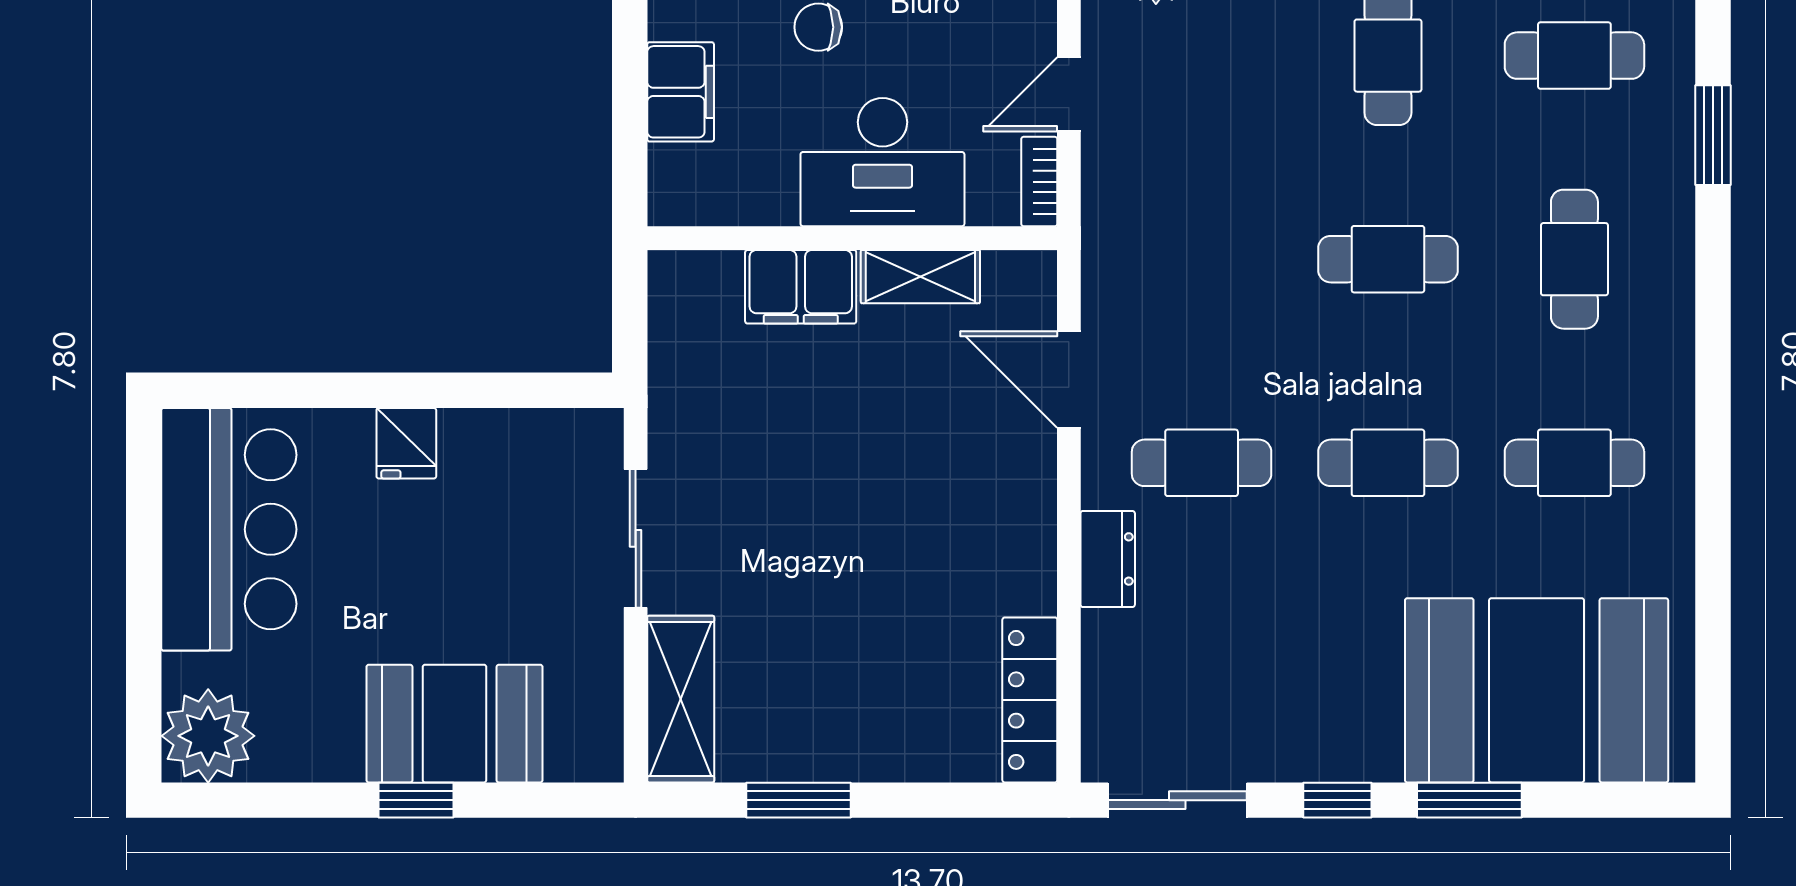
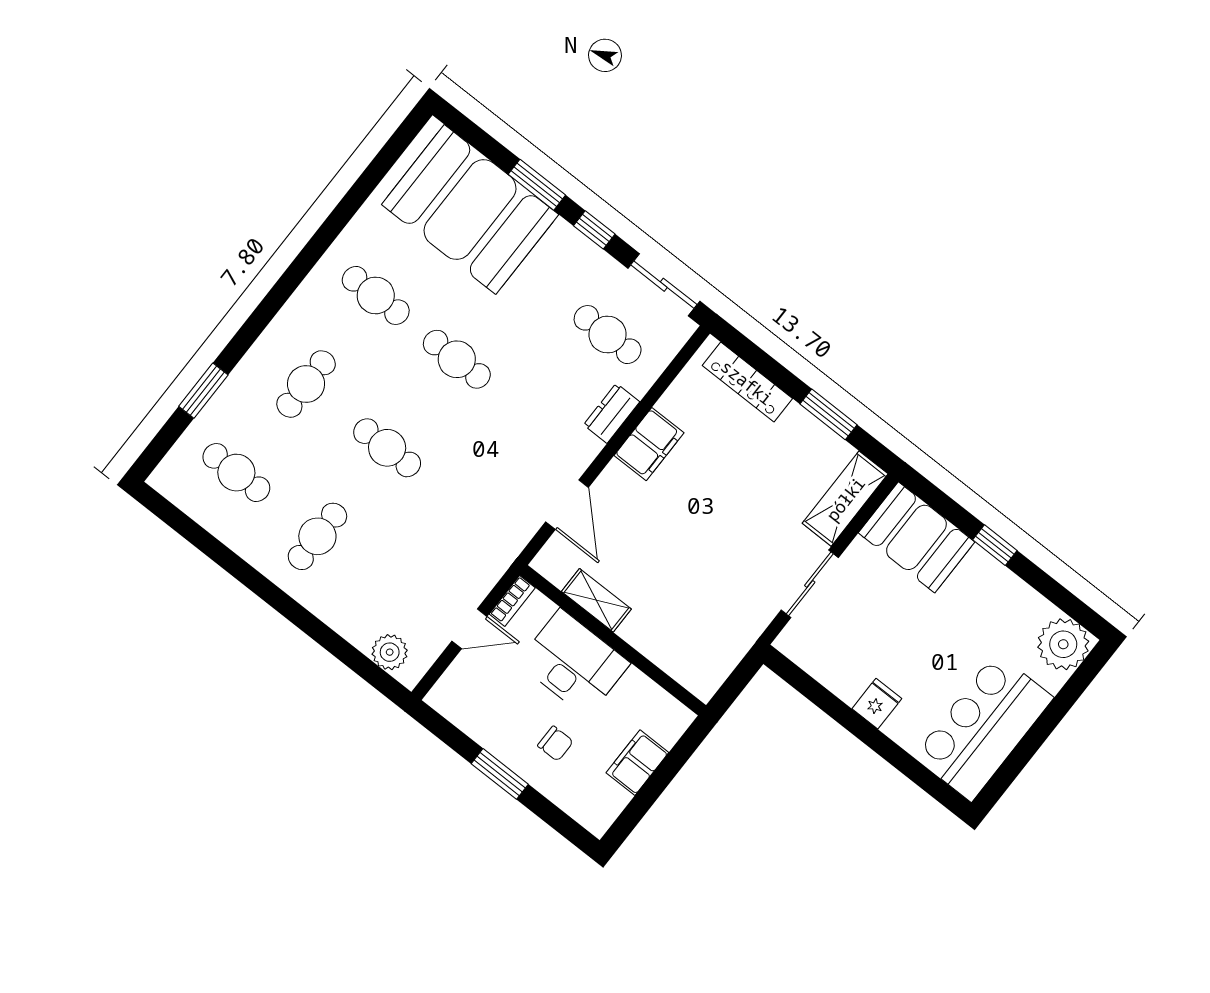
filing cabinet: (801, 287) -> (649, 444), moved, turned 90
cafe table: (1202, 463) -> (608, 335), moved
locker: (1030, 700) -> (747, 382), moved, turned 90
booth: (454, 724) -> (916, 537), moved

